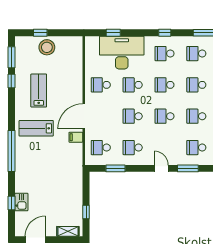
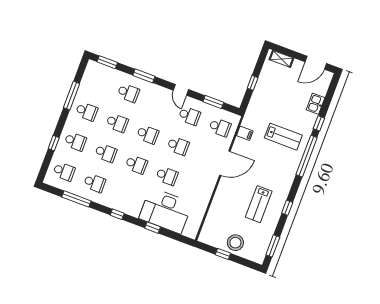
window: (40, 33) -> (223, 254), moved
window: (113, 33) -> (153, 228), moved
school desk: (164, 54) -> (125, 194), removed
window: (11, 81) -> (287, 208), moved
school desk: (101, 85) -> (197, 187), removed
lab bench: (36, 128) -> (283, 137), moved
filing cabinet: (76, 137) -> (245, 133), moved
door: (161, 168) -> (181, 90), moved
window: (11, 203) -> (319, 123), moved
window: (86, 212) -> (253, 83), moved

